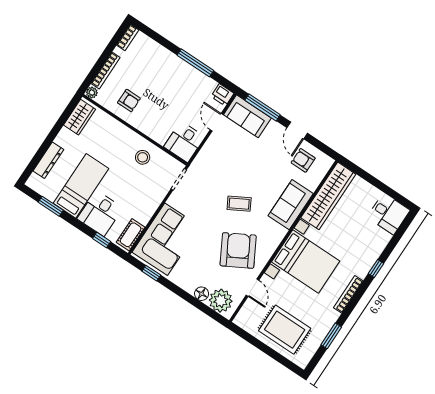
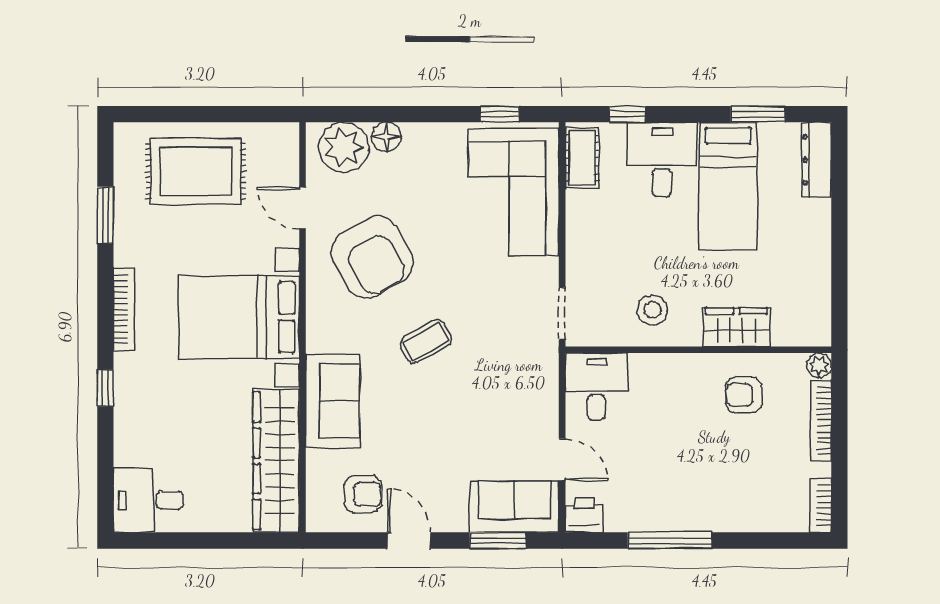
window: (263, 107) -> (498, 540), width x0.69
wardrobe: (80, 117) -> (736, 327), moved, turned 90
dresser: (48, 160) -> (817, 160), moved

